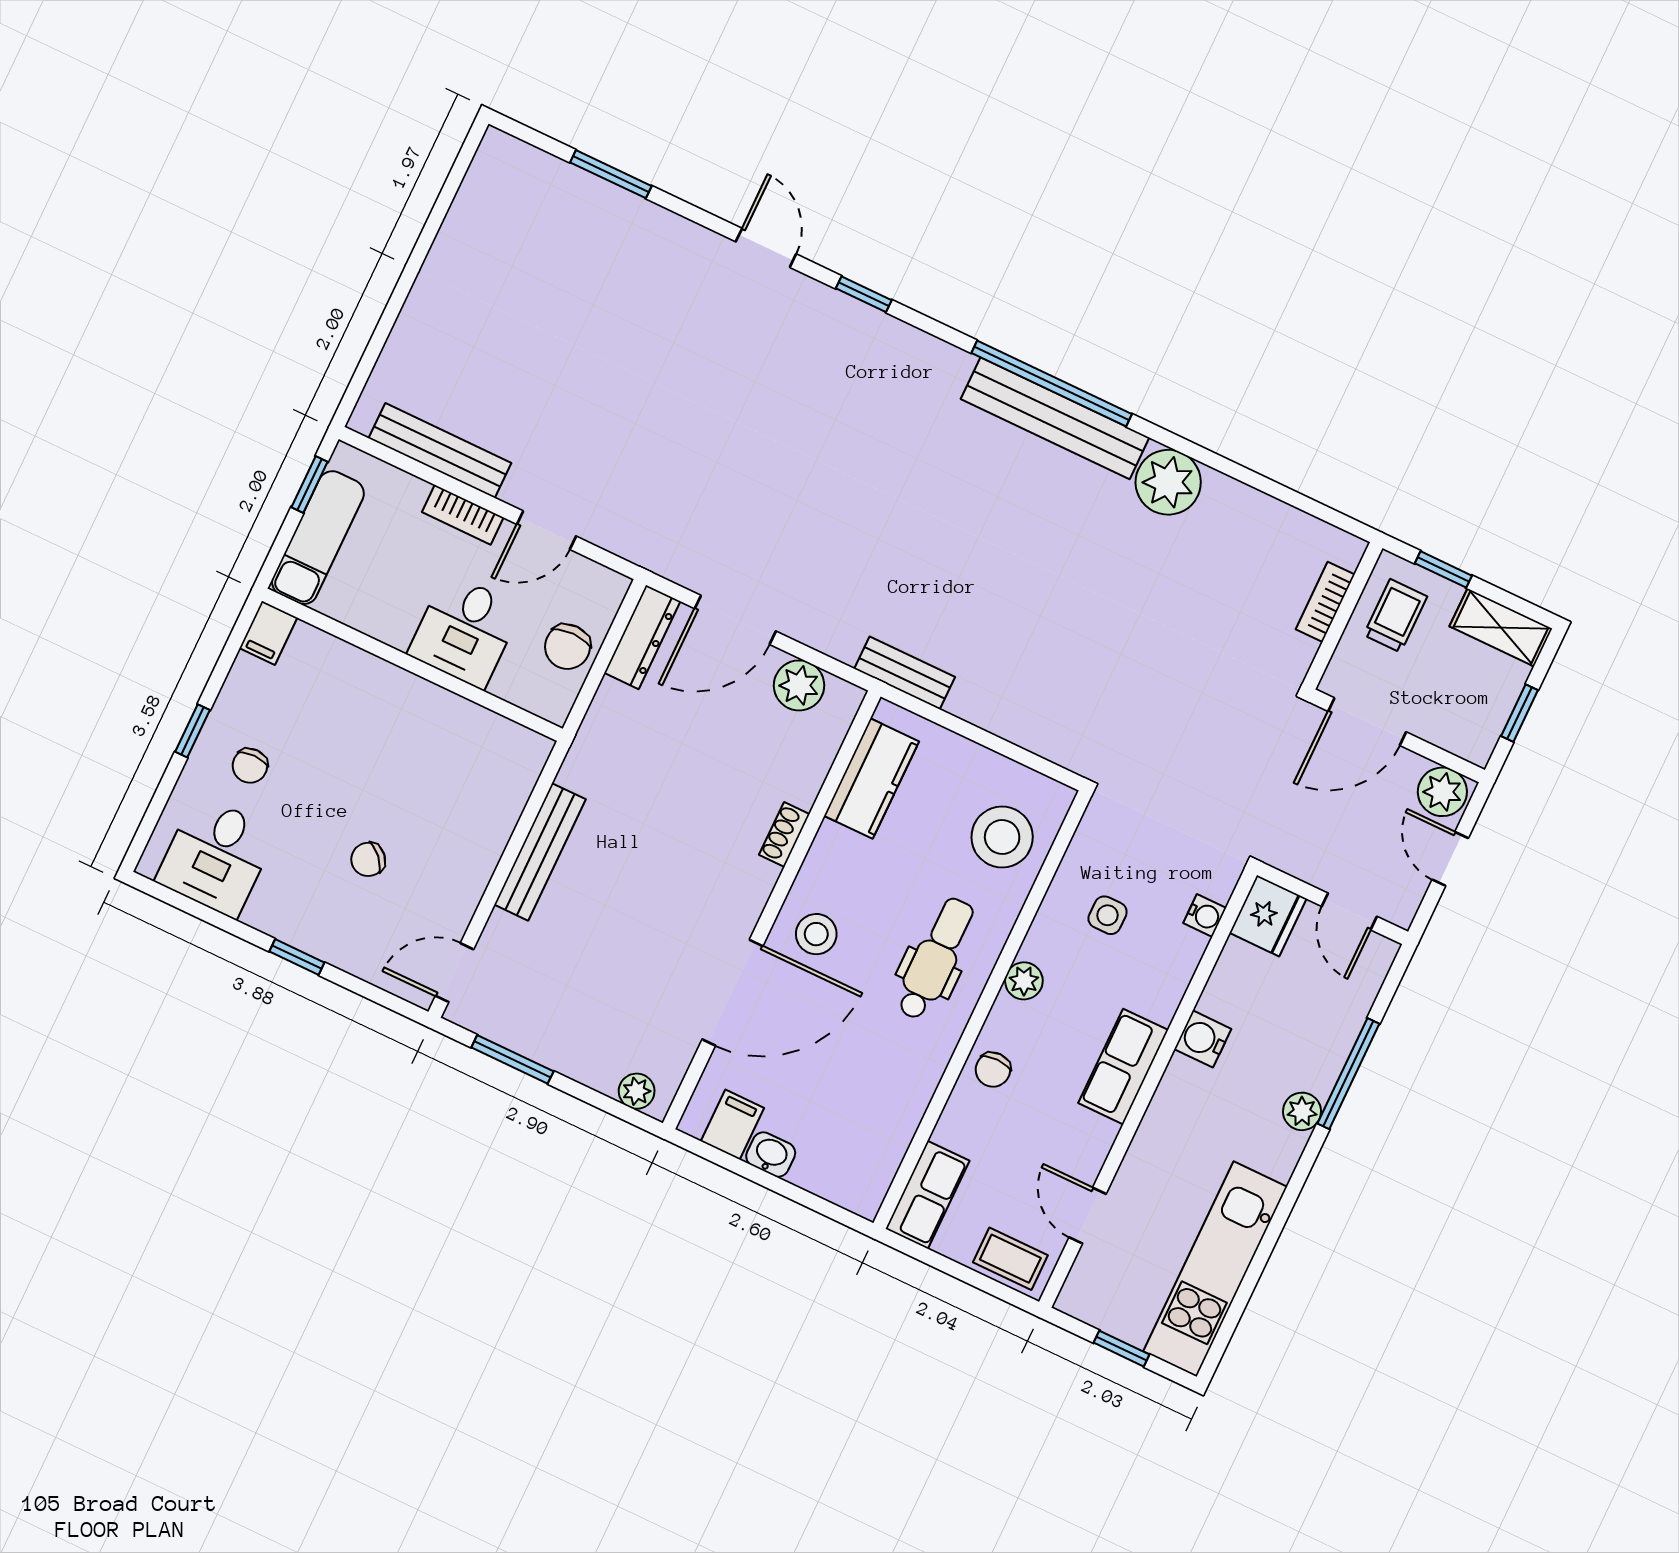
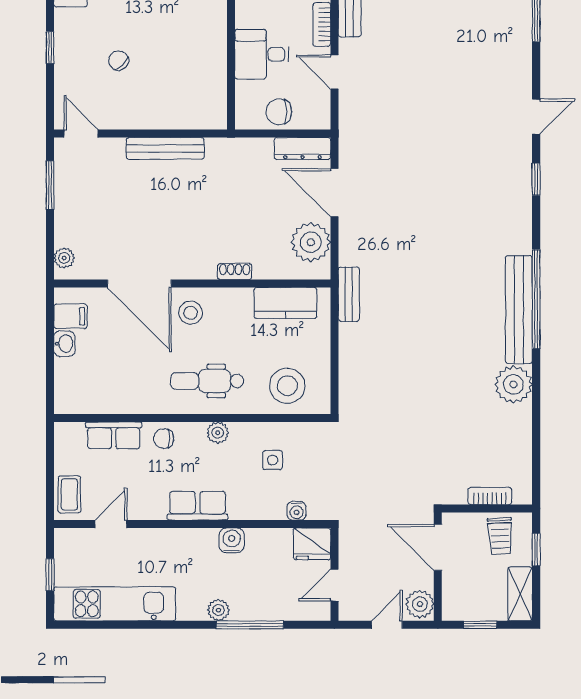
trolley: (1395, 616) -> (500, 536), turned 87
plant: (799, 685) -> (311, 242), width x1.36, depth x1.36
dental chair: (935, 959) -> (207, 381), turned 180
row of seats: (928, 1195) -> (114, 435), moved

